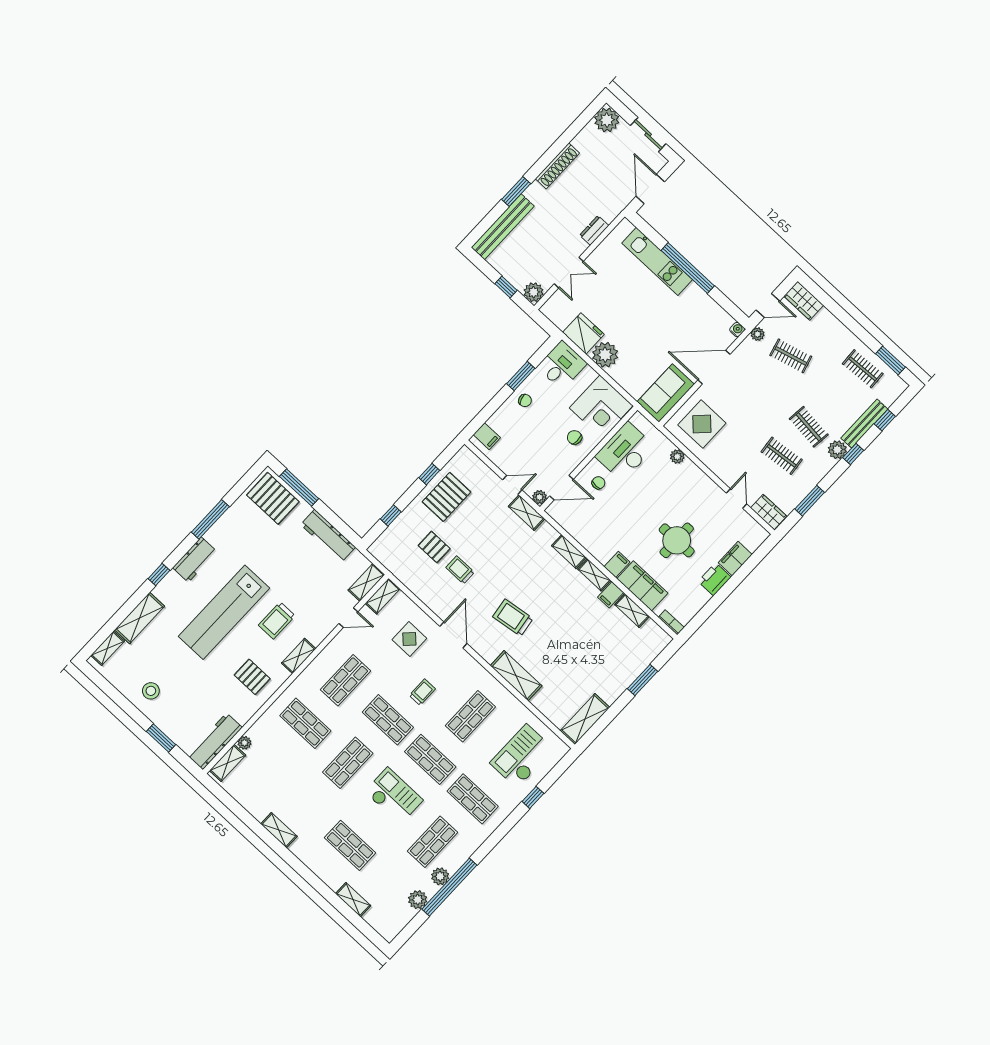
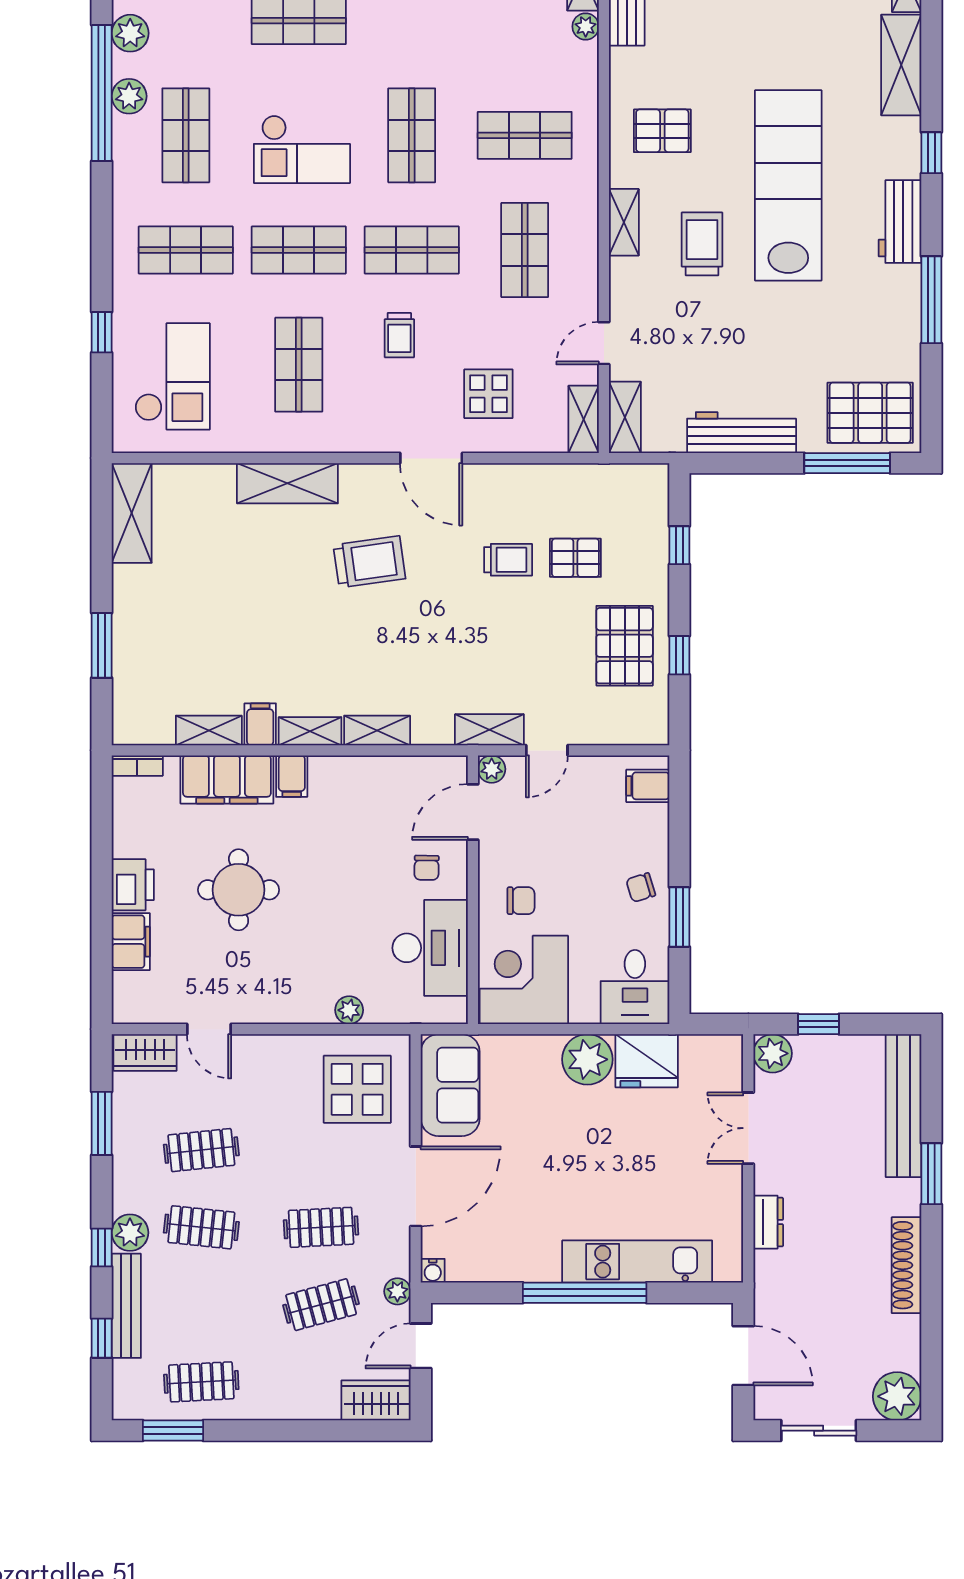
clothes rail: (764, 385) -> (321, 1227), added

